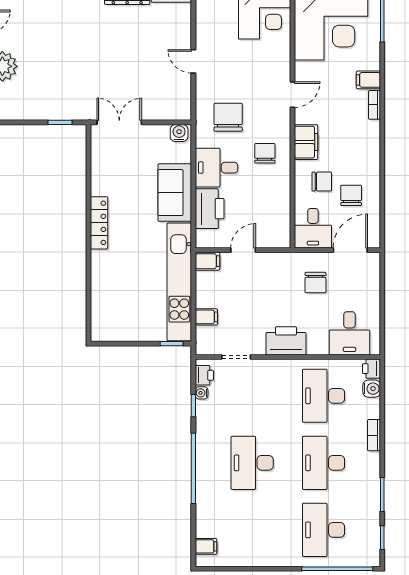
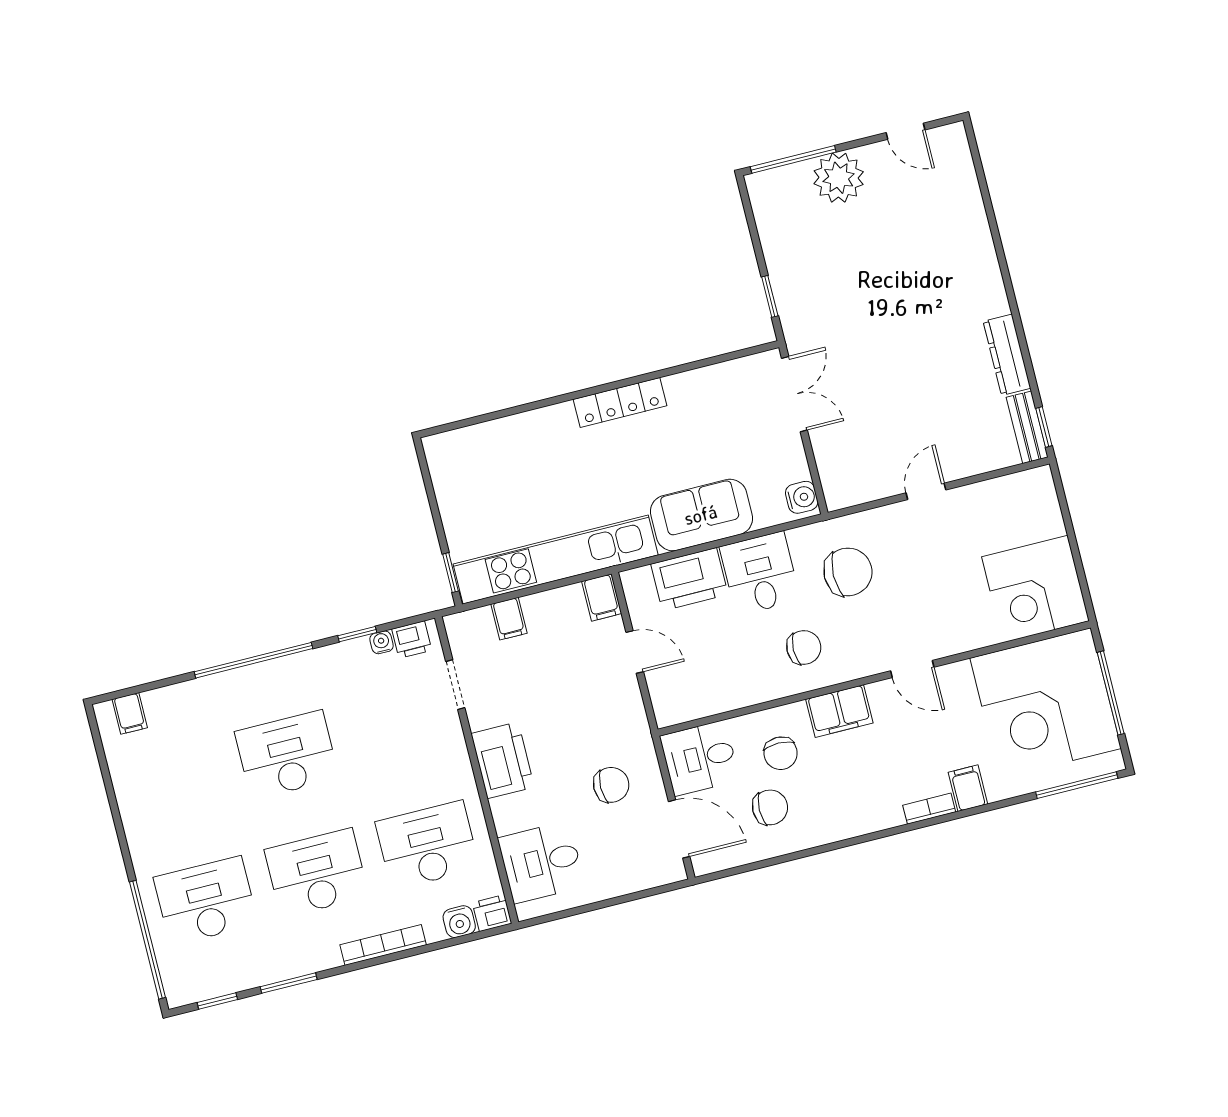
chair: (315, 283) -> (611, 785), turned 180
bookcase: (374, 435) -> (383, 945), width x1.56

